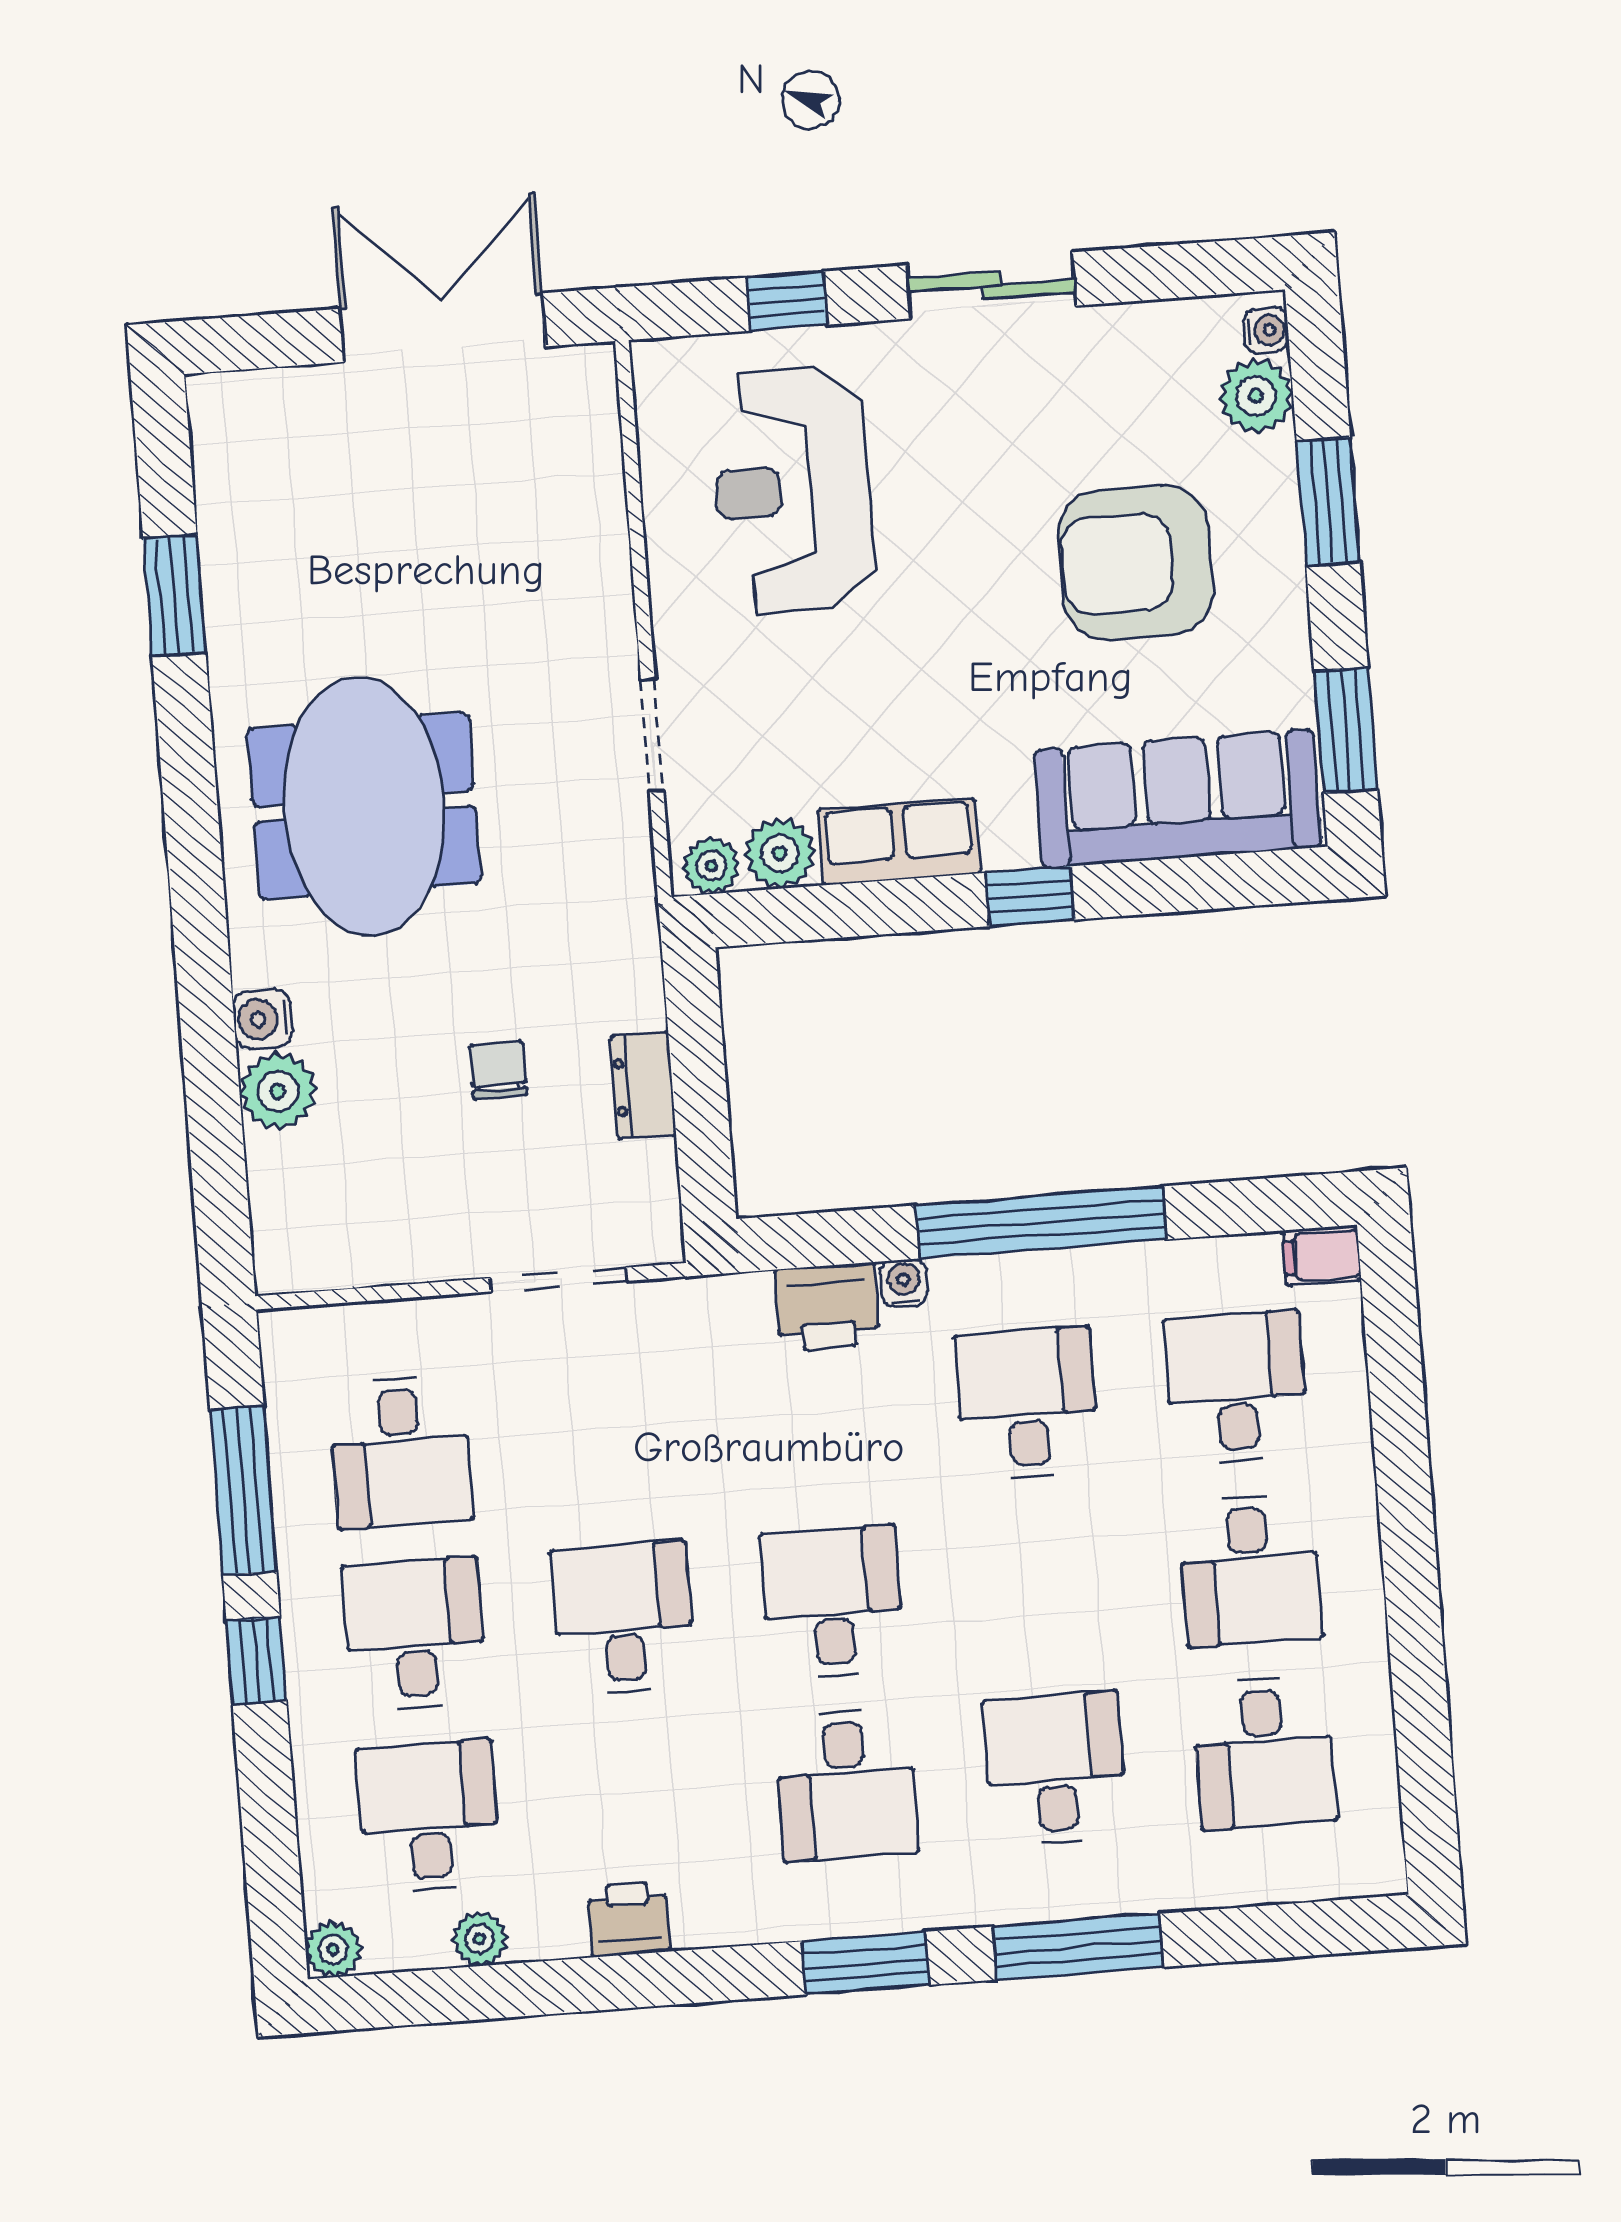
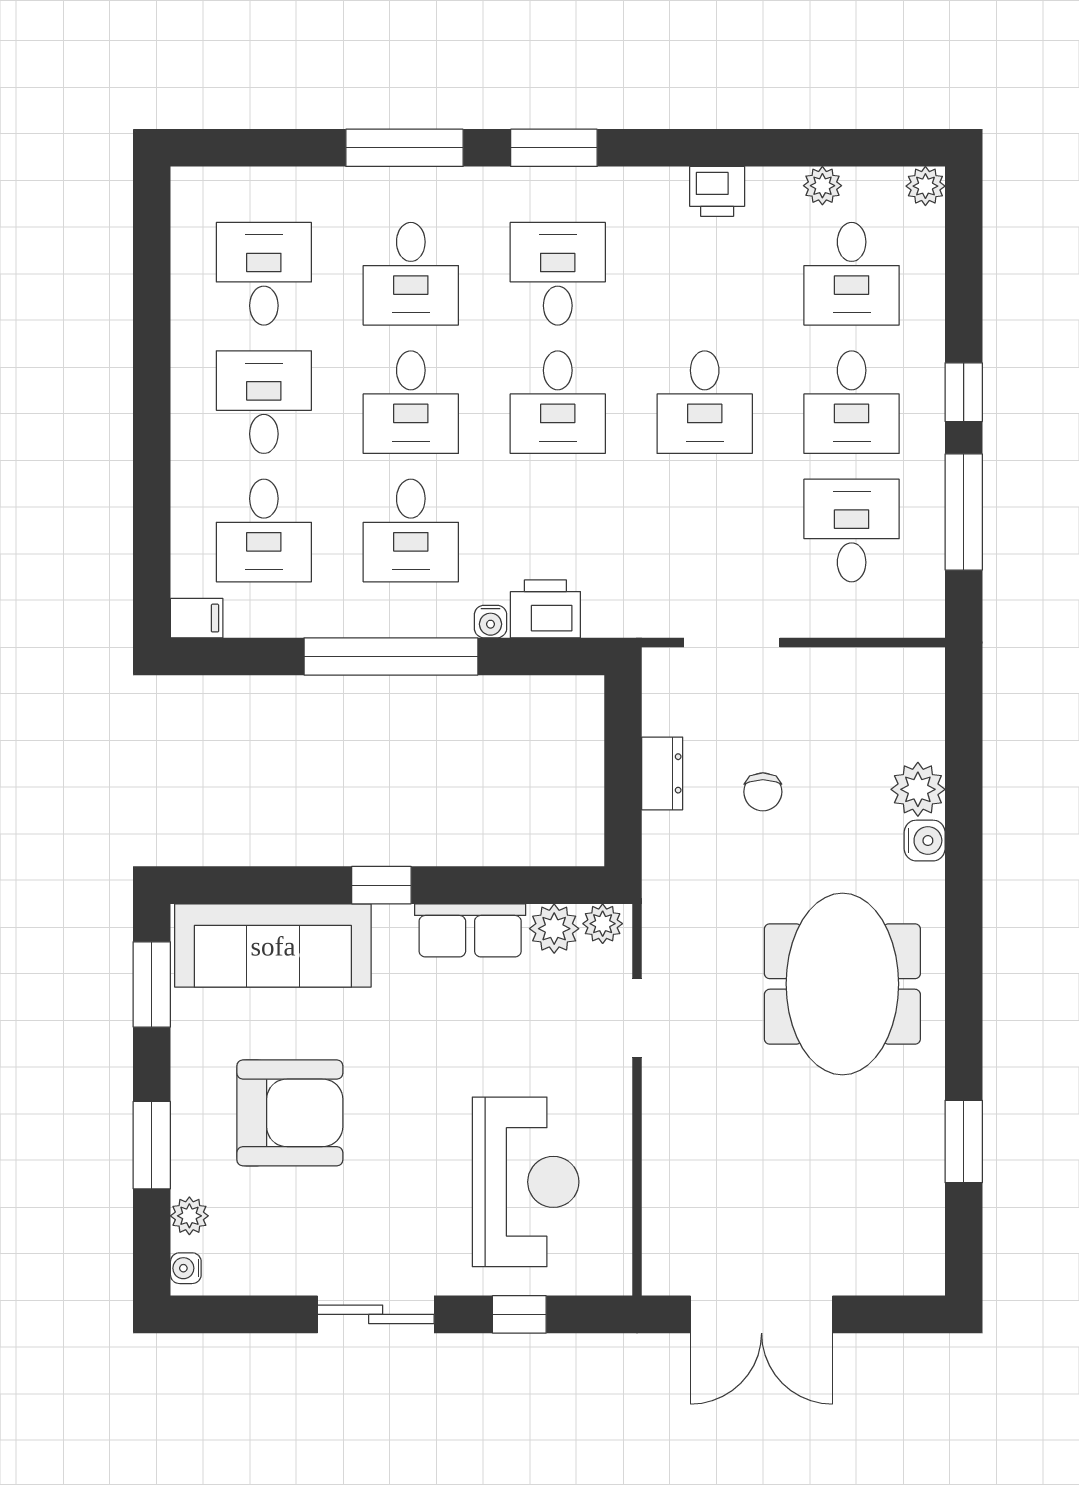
plant: (1256, 396) -> (189, 1216), width x0.73, depth x0.73
desk: (1041, 1586) -> (411, 402), added

